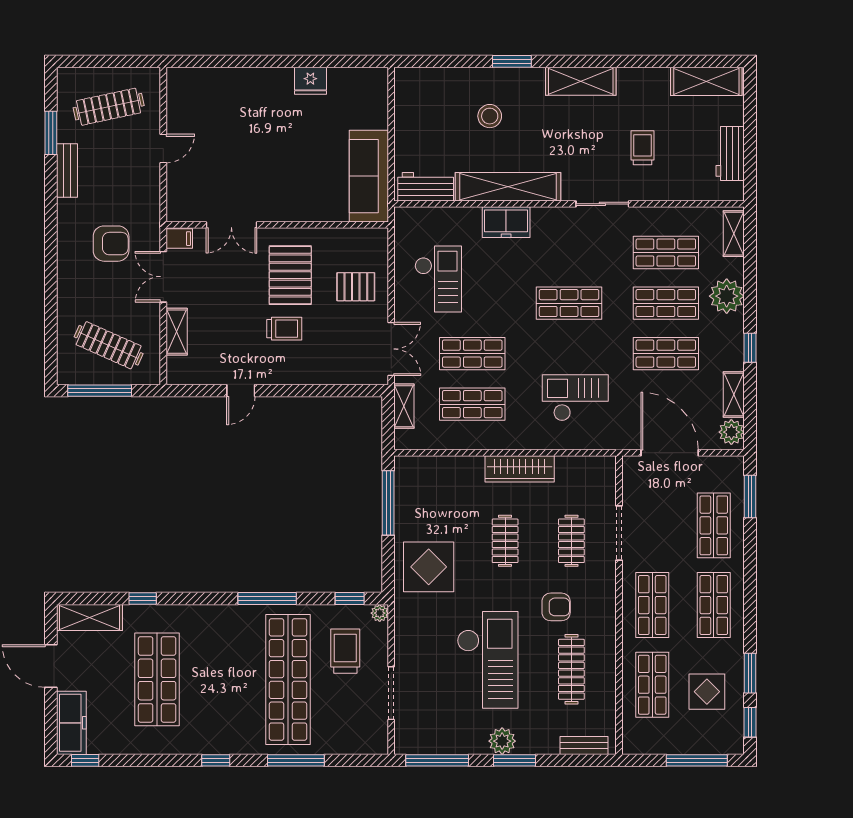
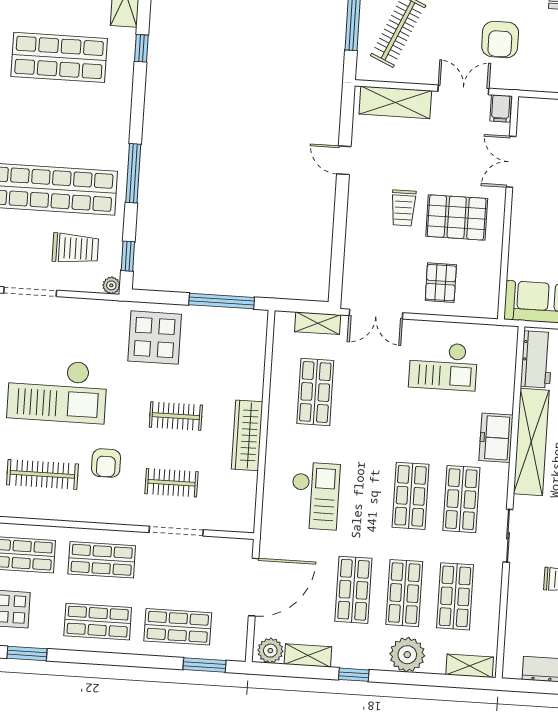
shelving: (177, 332) -> (395, 102), width x1.50, depth x1.33
shop shelf: (472, 354) -> (461, 499), moved

